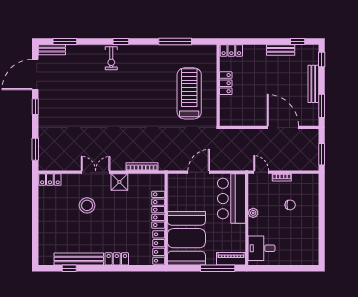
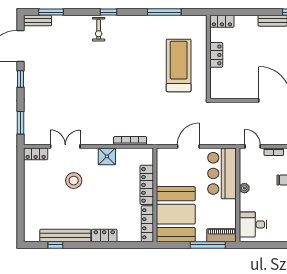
double door: (96, 172) -> (65, 146), moved

